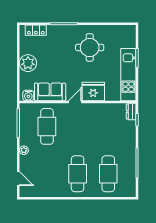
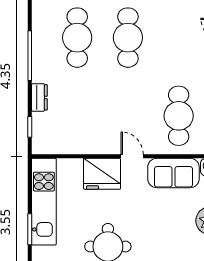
door: (75, 102) -> (132, 156), swing flipped
dresser: (131, 112) -> (39, 97), moved

